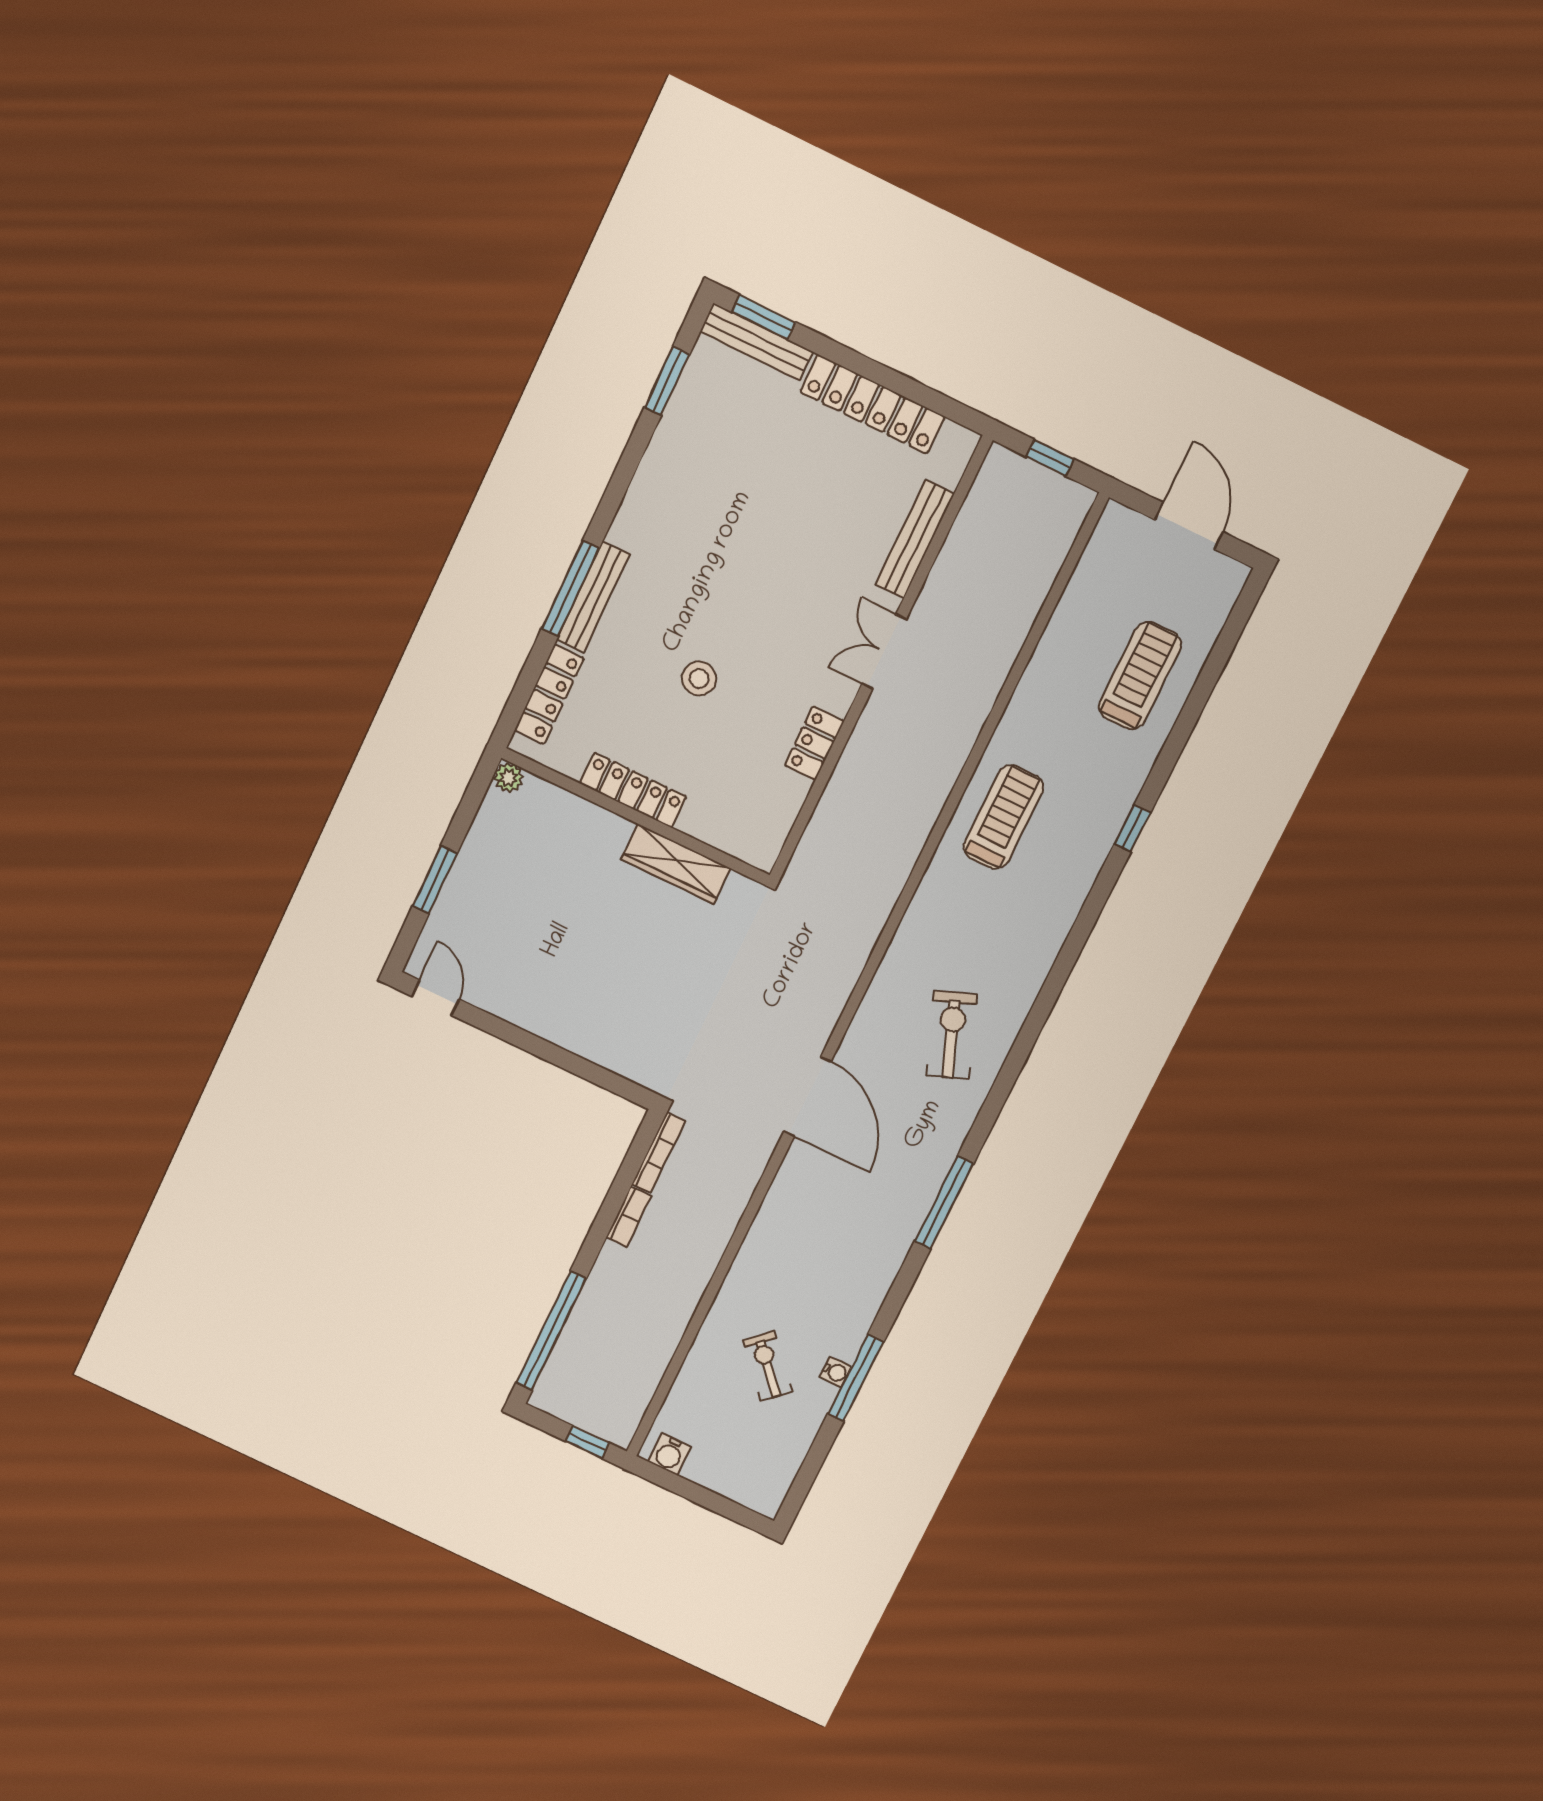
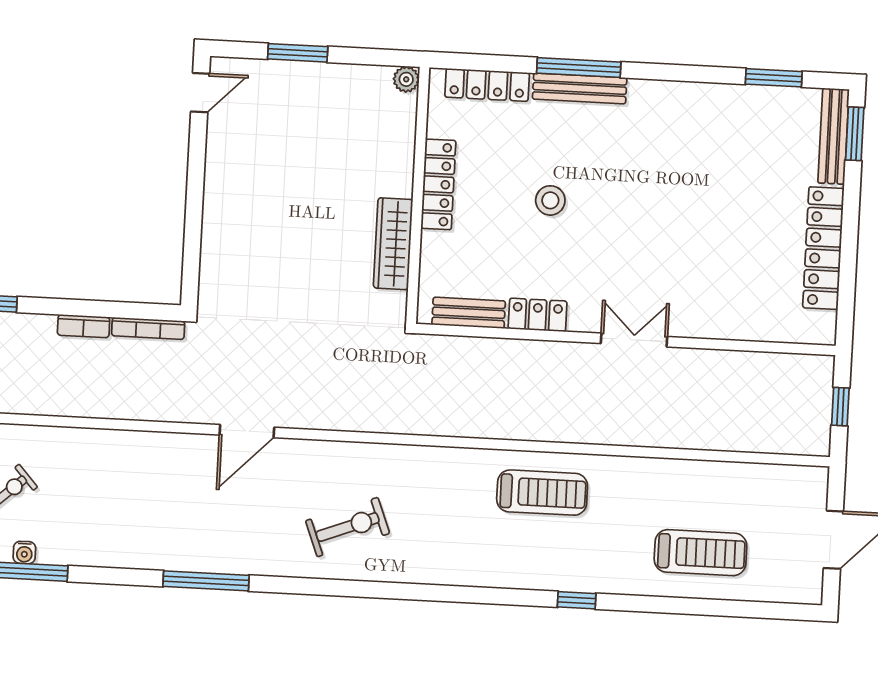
bench: (915, 539) -> (469, 313), moved, width x0.73
door: (807, 1097) -> (247, 431), width x0.73

